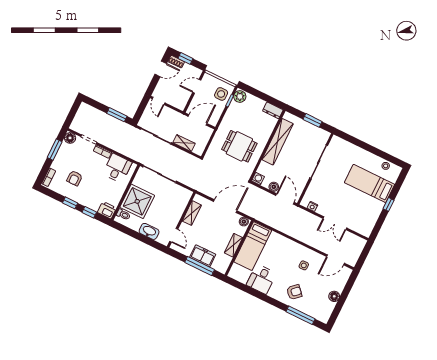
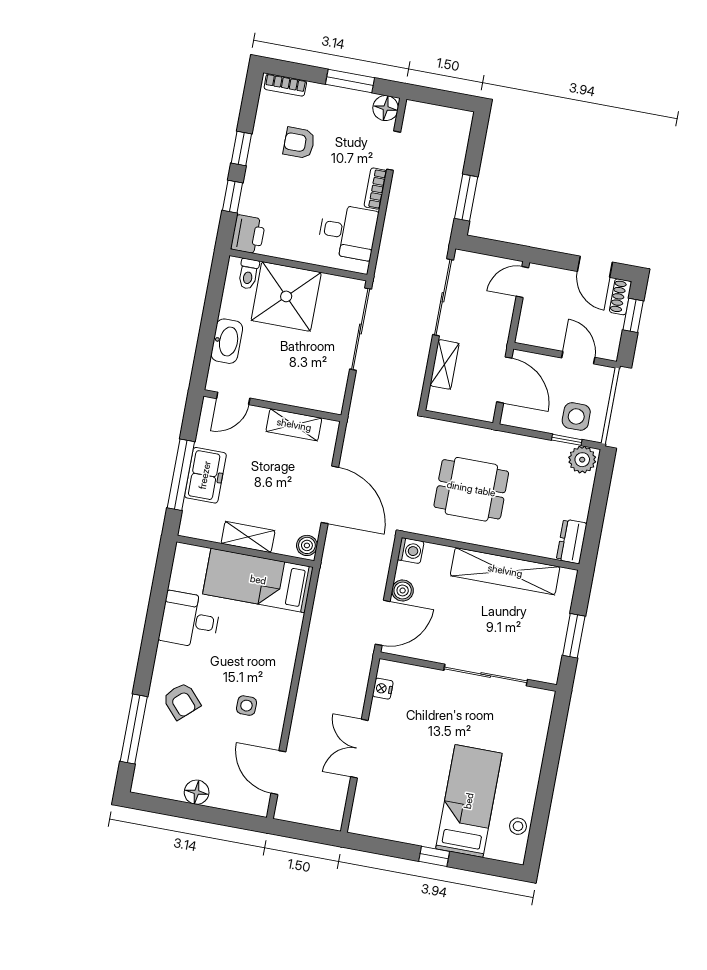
dining table: (239, 146) -> (471, 489), turned 90

